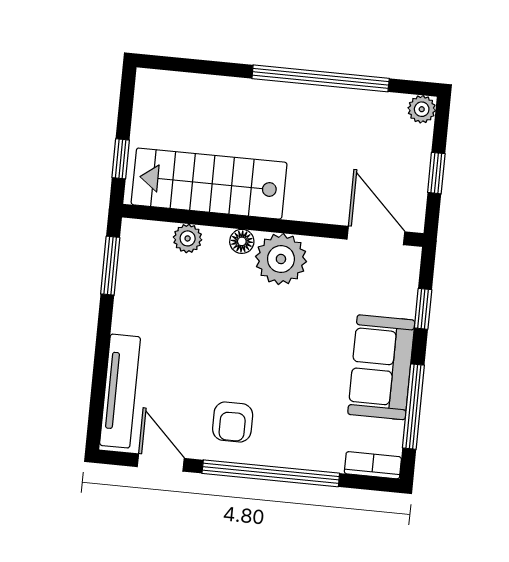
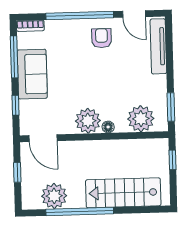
plant: (422, 109) -> (54, 196), moved, width x1.88, depth x1.88
stairs: (209, 184) -> (123, 193), moved, turned 180
plant: (188, 238) -> (141, 119), width x1.88, depth x1.88

